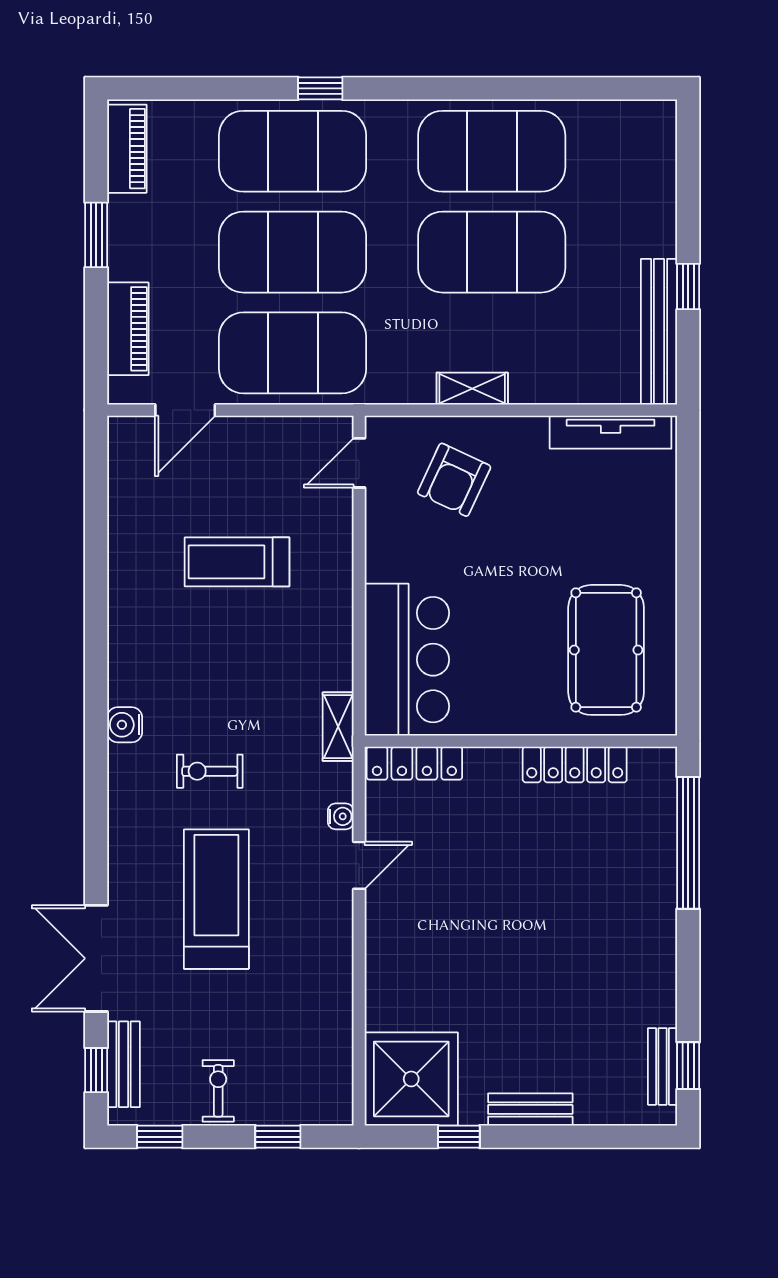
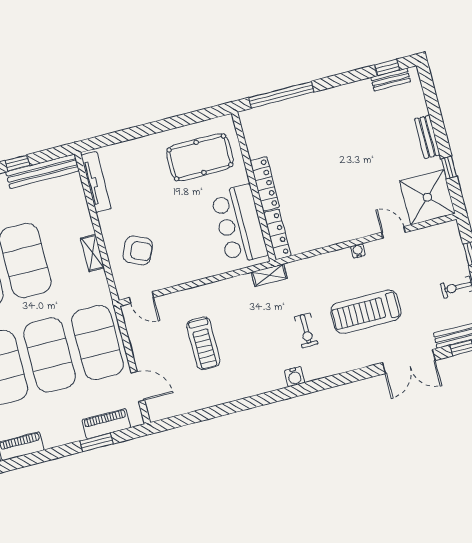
window: (96, 235) -> (97, 442), moved
bar counter: (407, 660) -> (239, 224), moved, turned -90
locker: (575, 765) -> (265, 184), moved
water cooler: (341, 816) -> (358, 251), moved
door: (359, 865) -> (393, 232), moved

